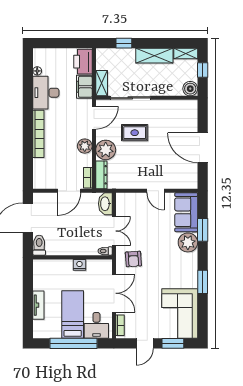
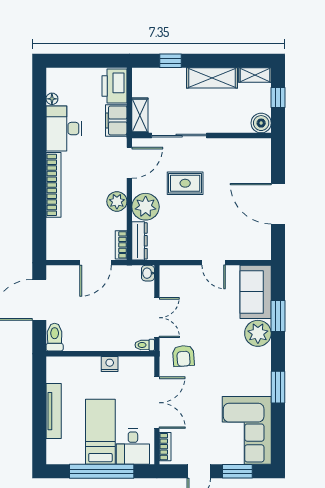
washbasin: (105, 204) -> (148, 273), width x0.52, depth x0.69
tv unit: (38, 305) -> (54, 411), width x1.41

